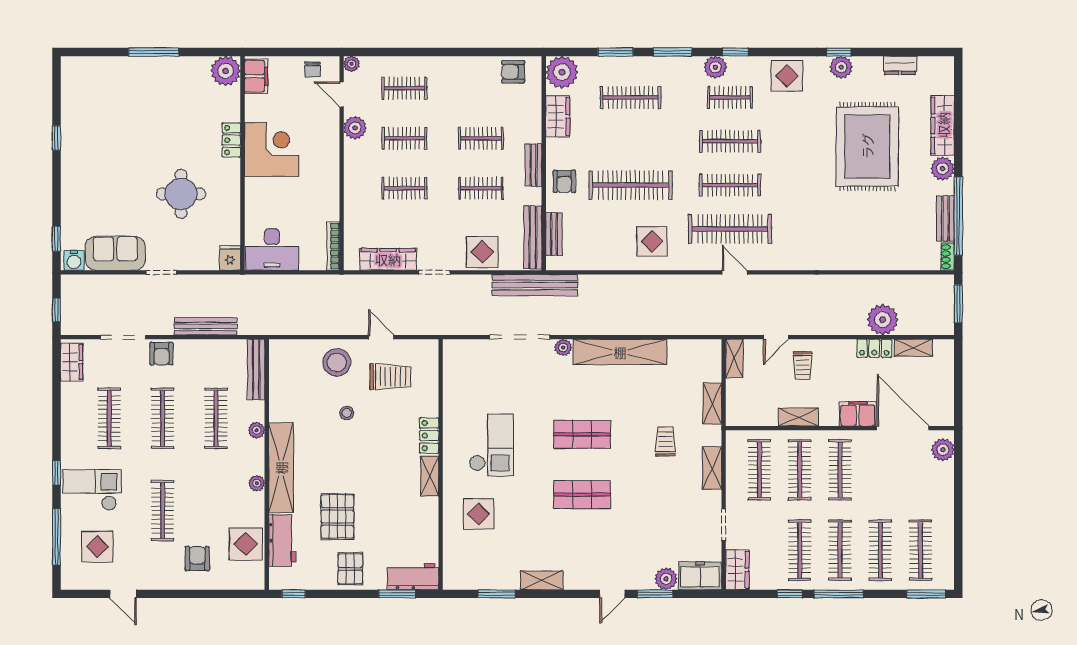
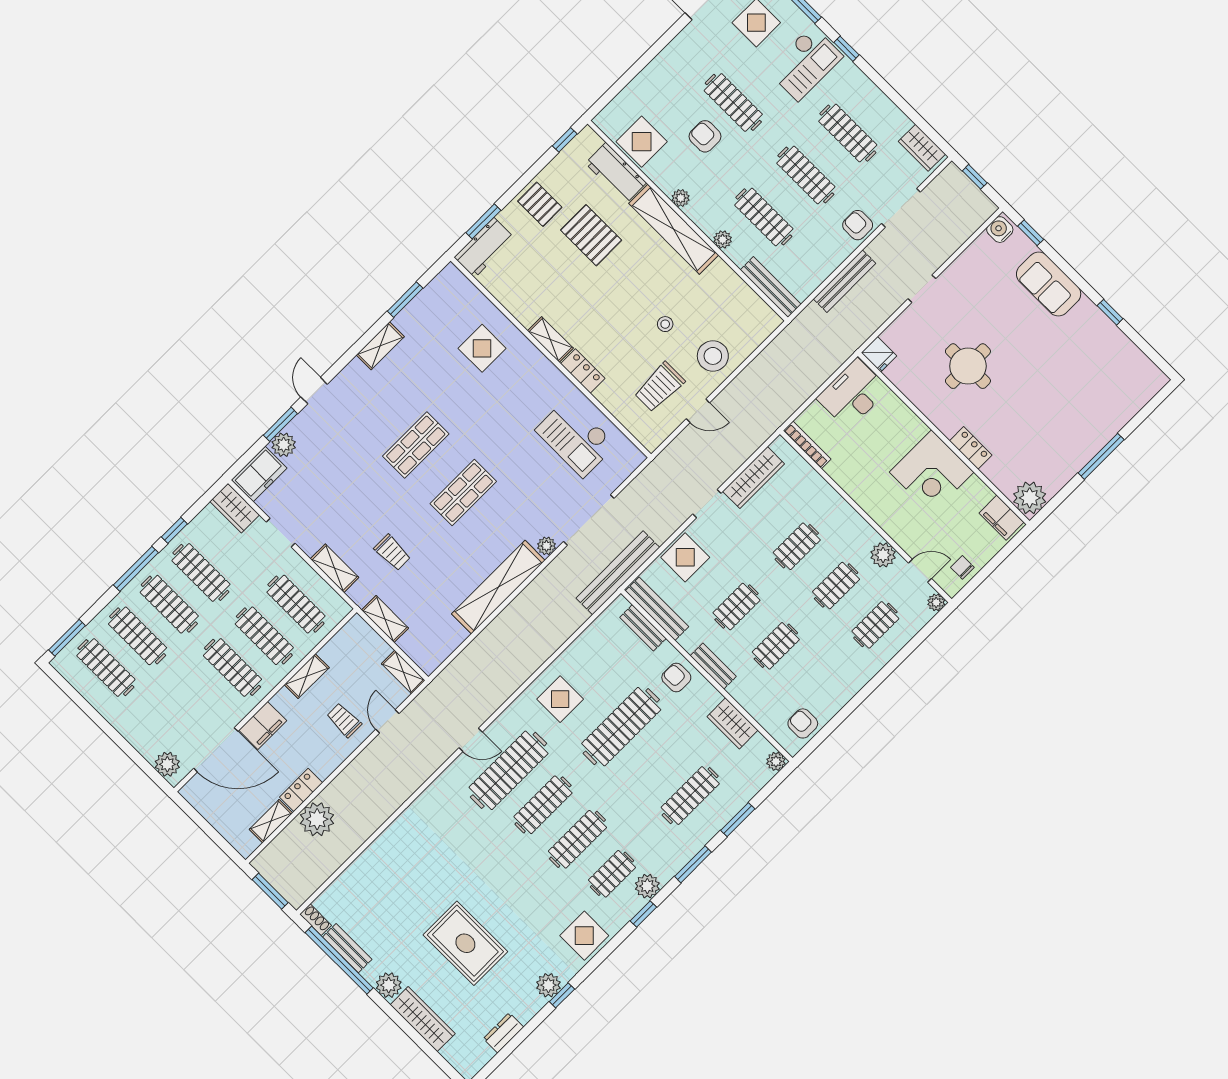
armchair: (513, 72) -> (803, 723), turned -90
plant: (562, 72) -> (776, 761), width x0.53, depth x0.53
rug: (867, 146) -> (465, 943), width x0.73, depth x0.69
sofa: (115, 253) -> (1049, 284), moved, turned 90
checkout: (491, 445) -> (576, 437), moved
armchair: (197, 559) -> (705, 136), moved, turned 180

